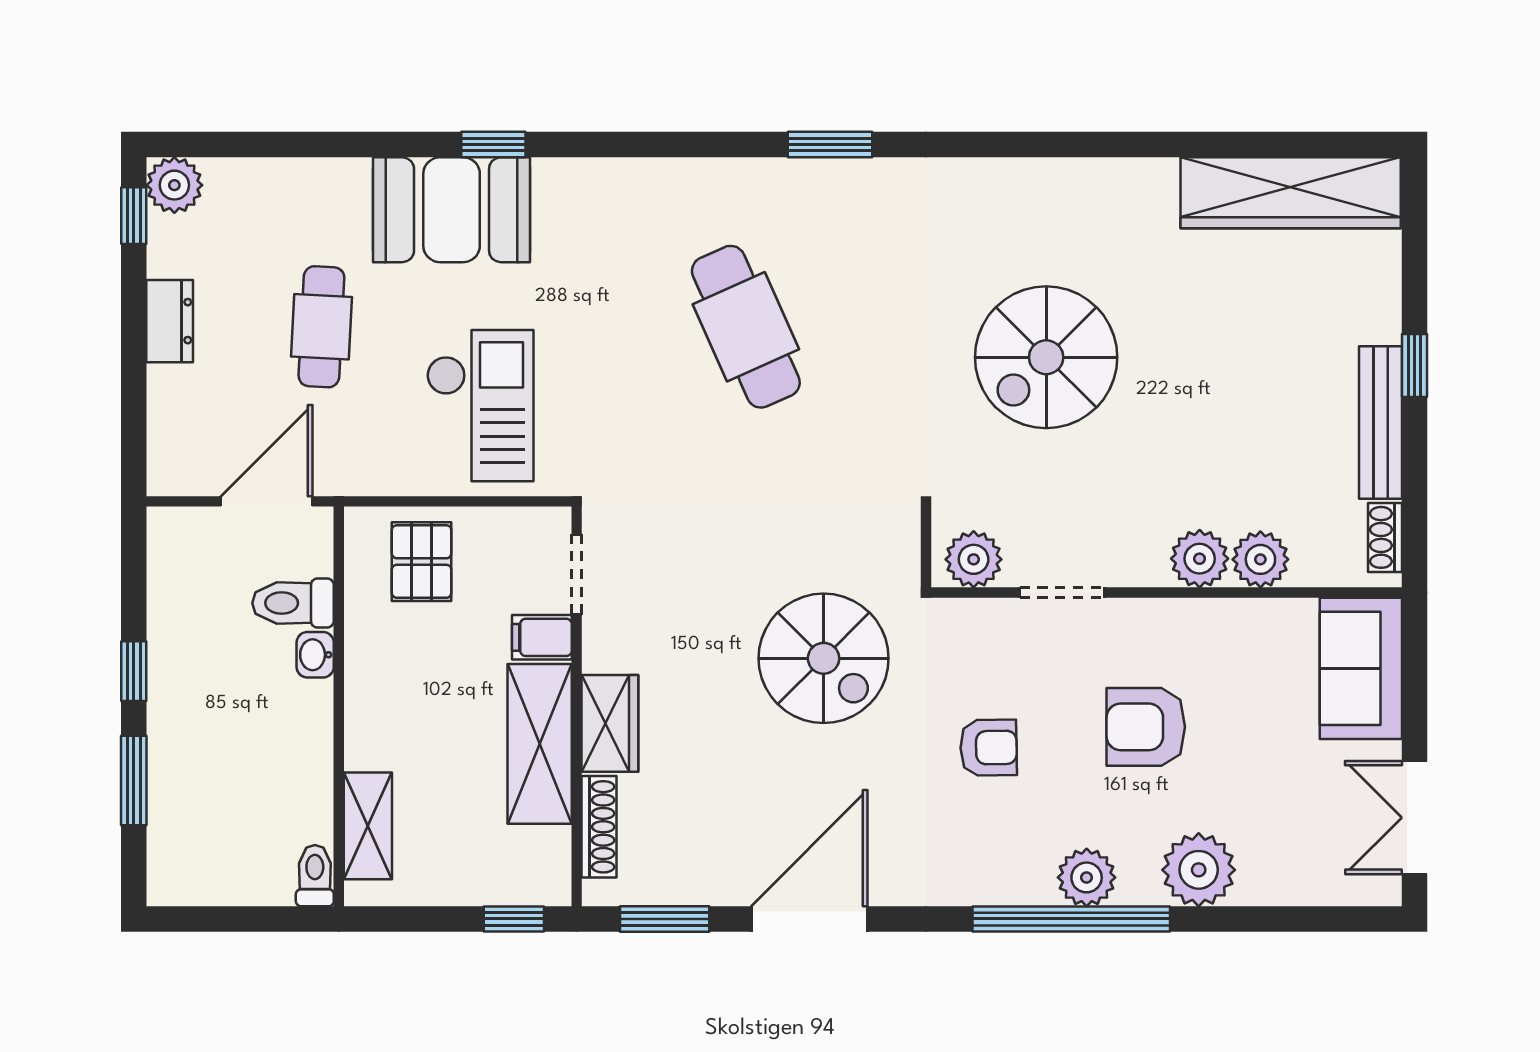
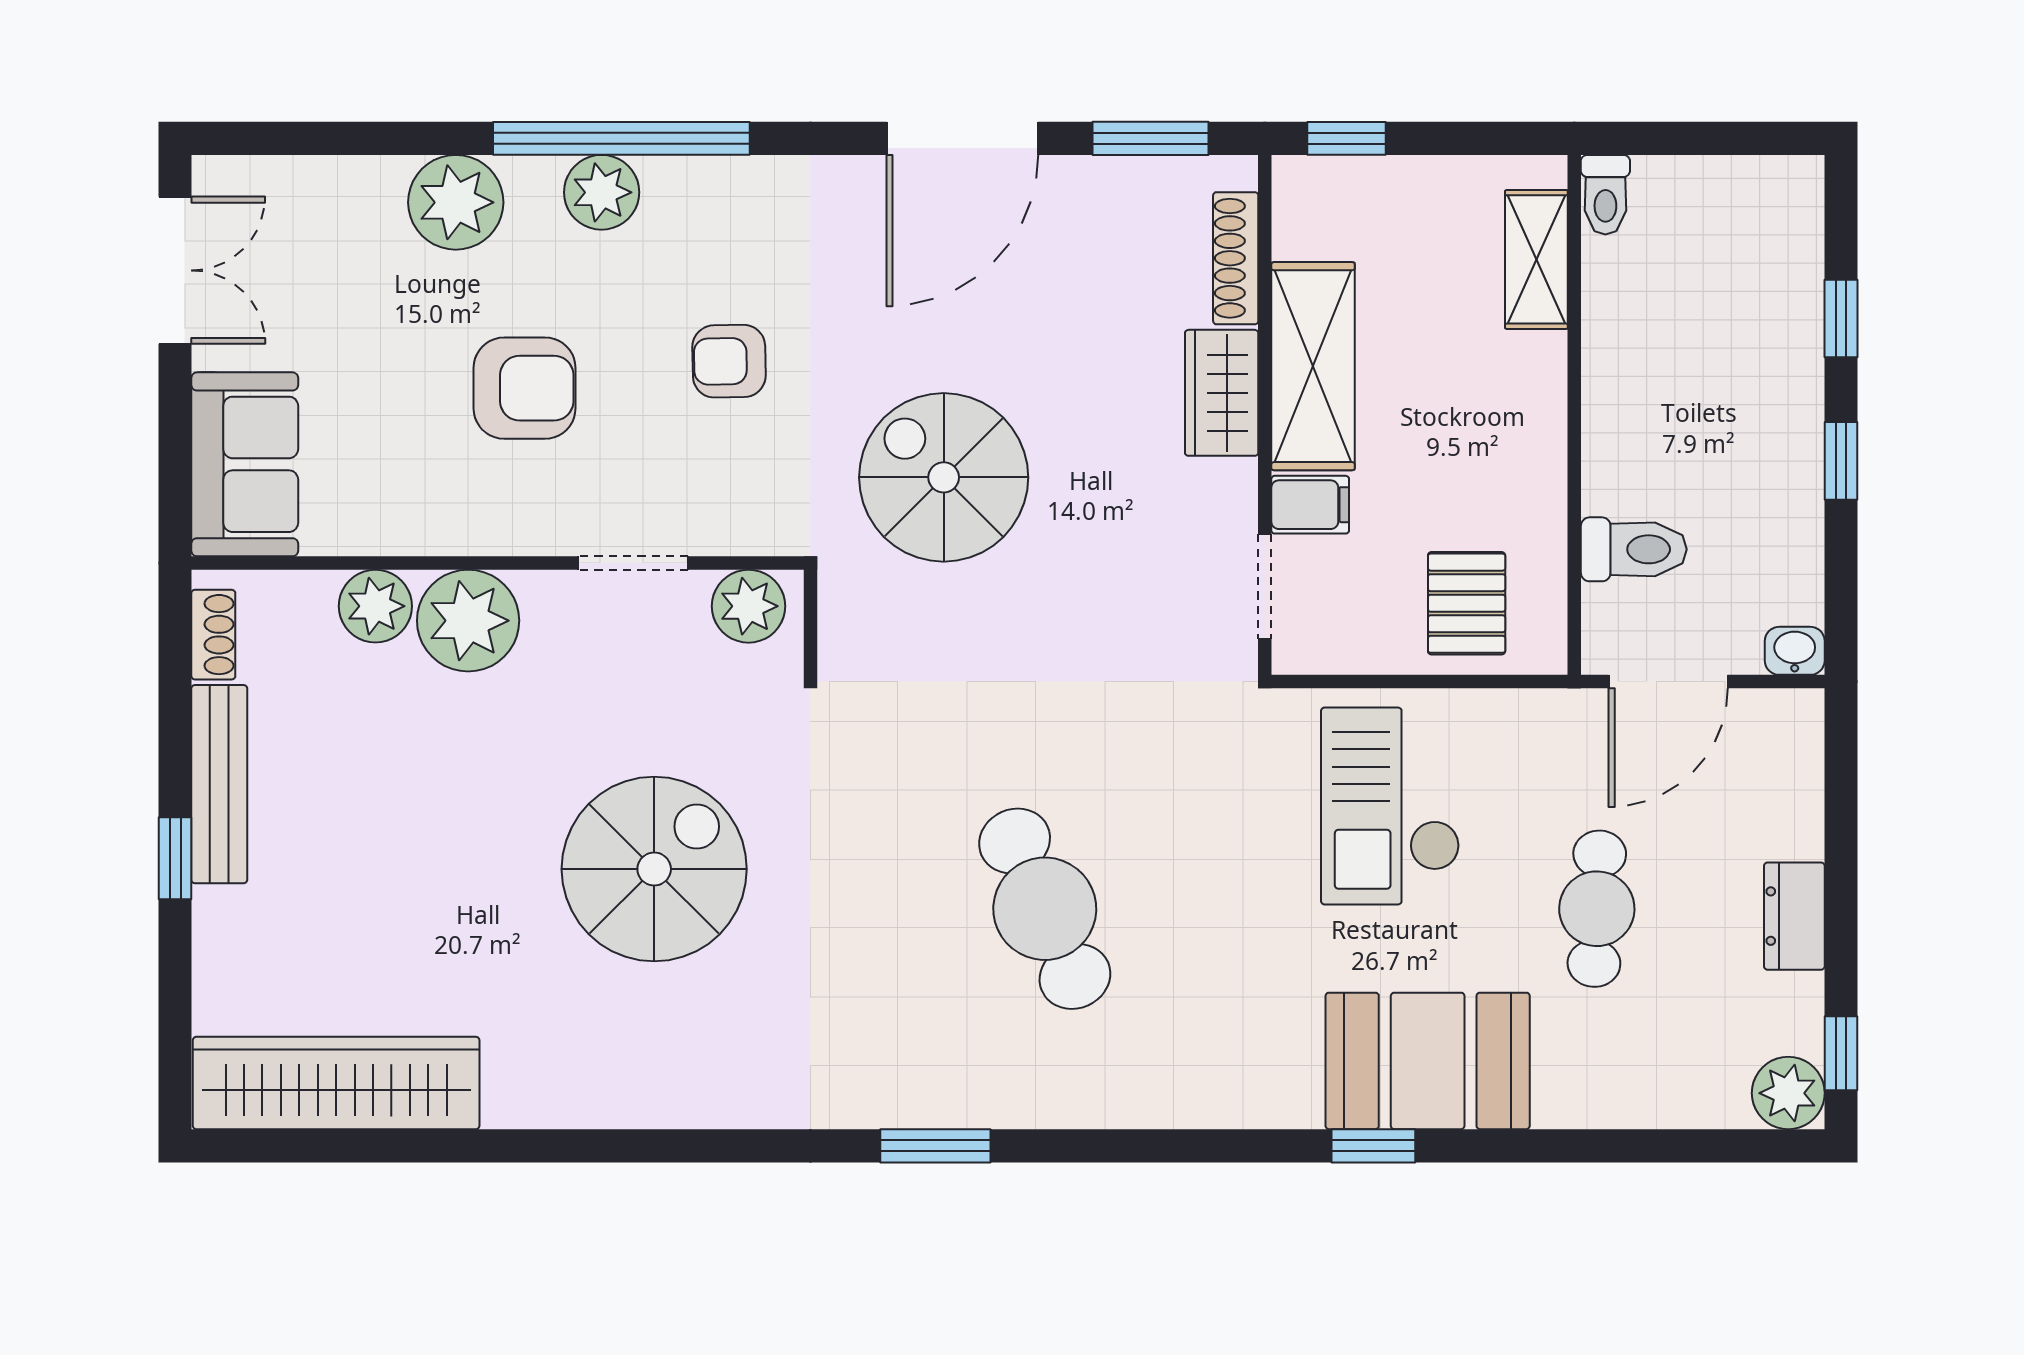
plant: (1200, 559) -> (468, 621), width x1.36, depth x1.36
washbasin: (315, 655) -> (1795, 651), moved, turned -90
window: (134, 780) -> (1841, 319), width x0.67

